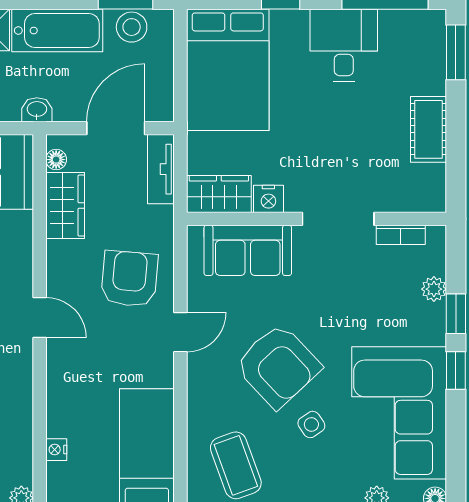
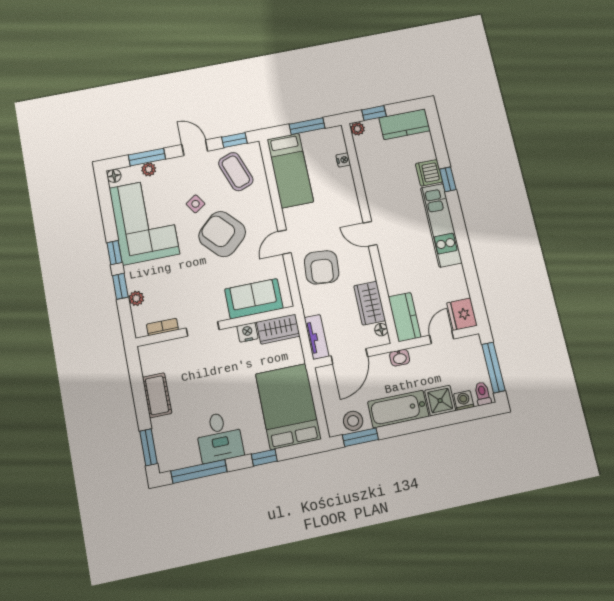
doorway: (338, 219) -> (203, 329), width x0.73

